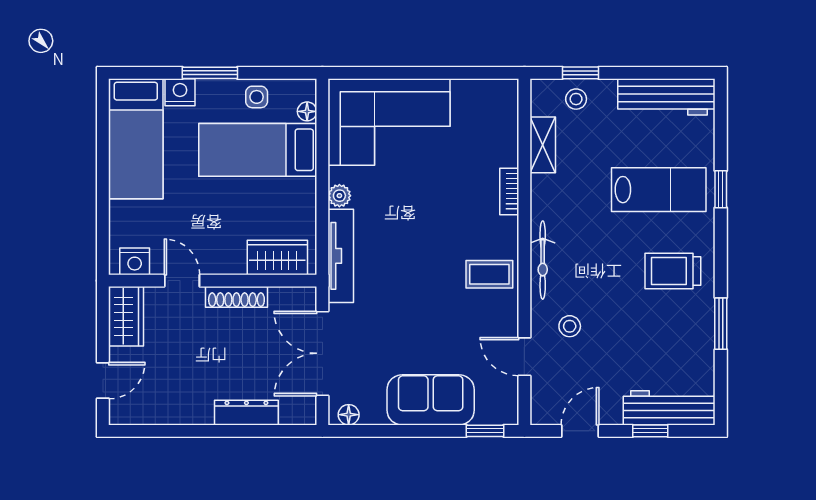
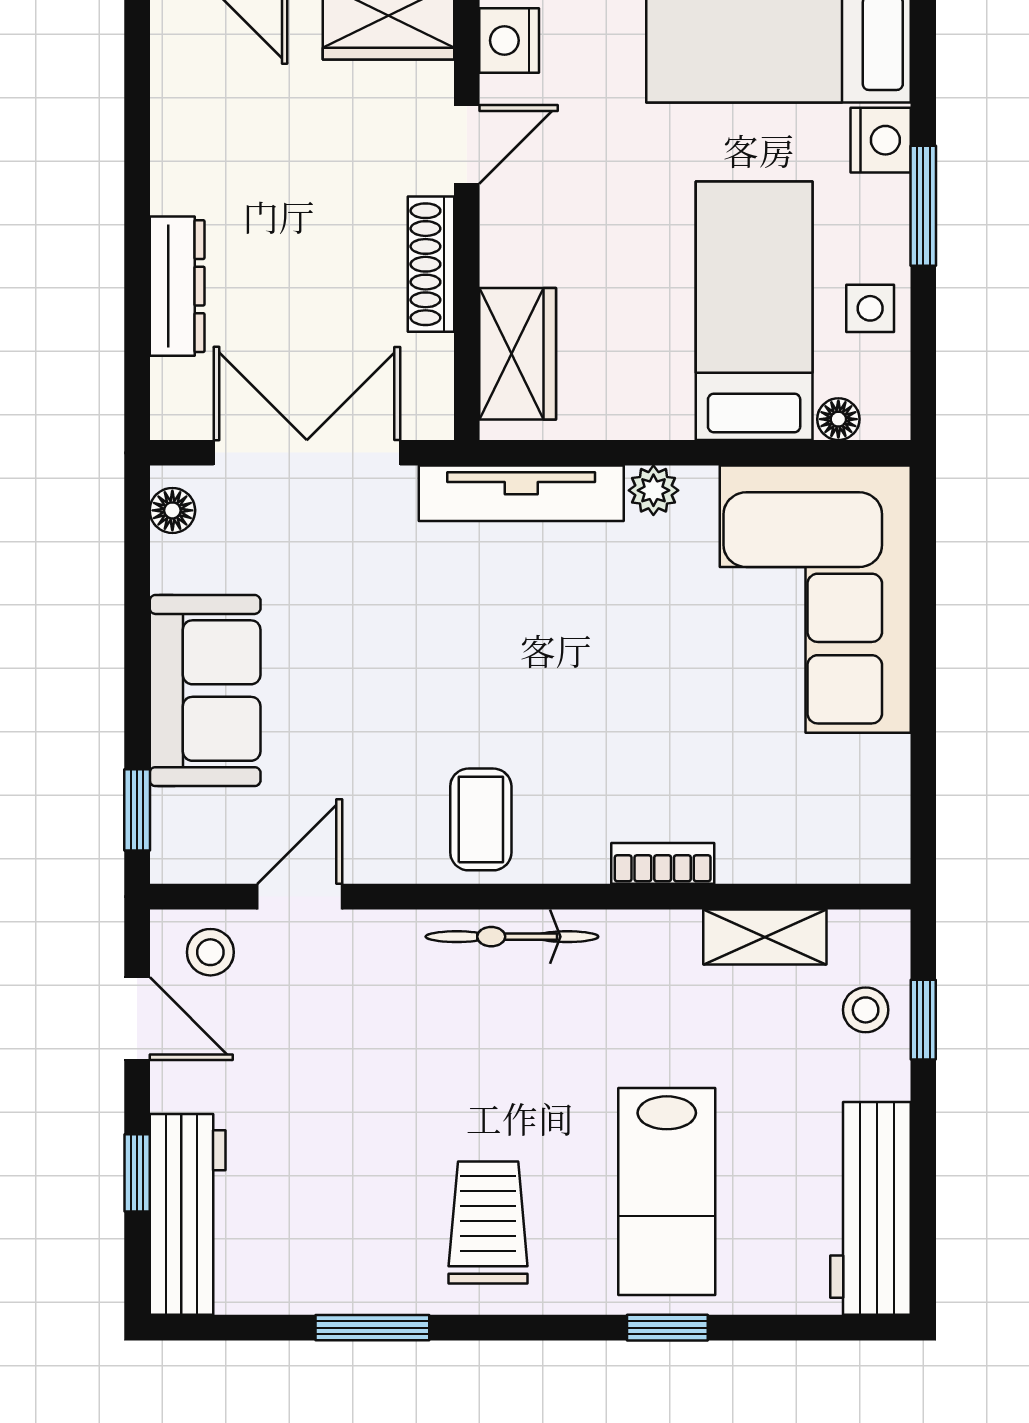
stool: (570, 326) -> (210, 952), moved

